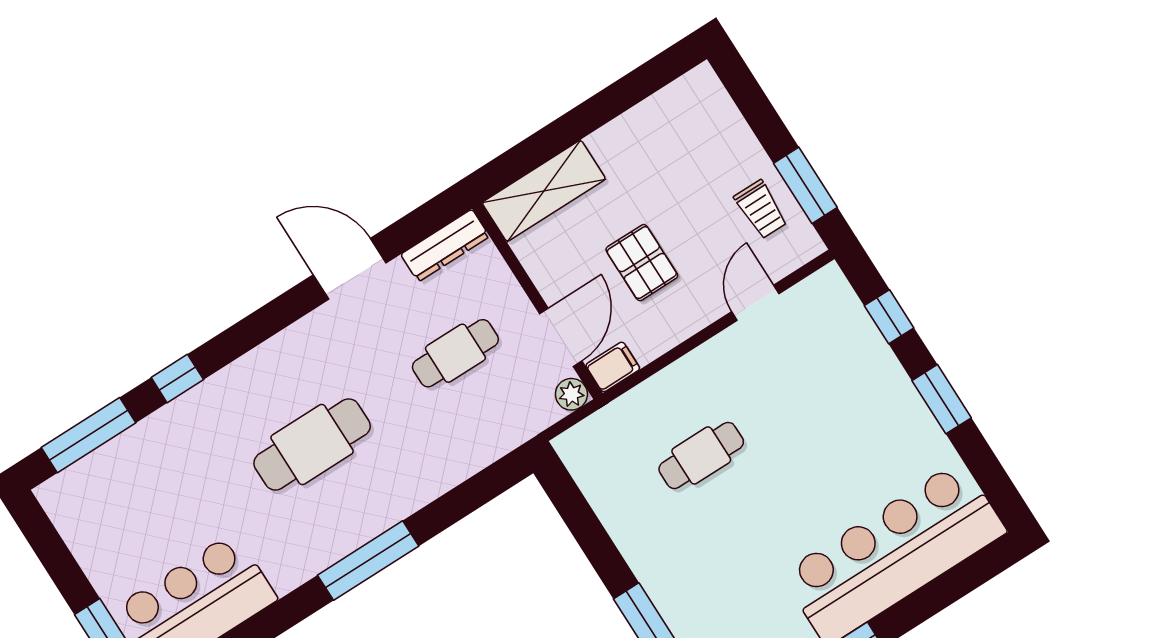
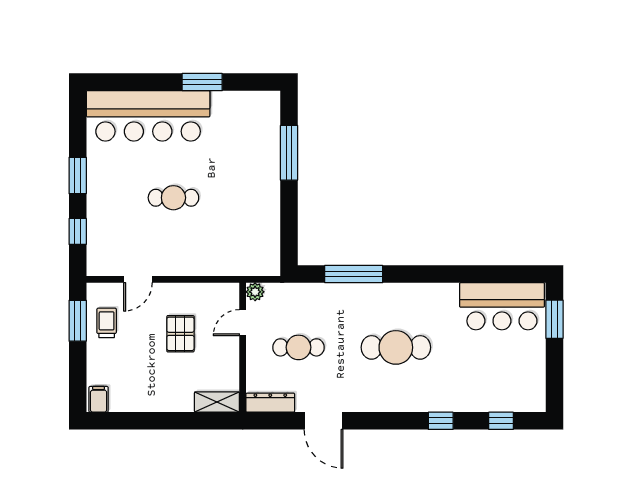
shelving: (544, 191) -> (217, 402), width x0.67, depth x0.75
door: (561, 337) -> (243, 323), width x0.73
filing cabinet: (613, 367) -> (99, 399), moved, turned 90
window: (89, 435) -> (501, 421), width x0.46
cafe table: (701, 455) -> (173, 198), moved
window: (368, 561) -> (354, 274), moved

